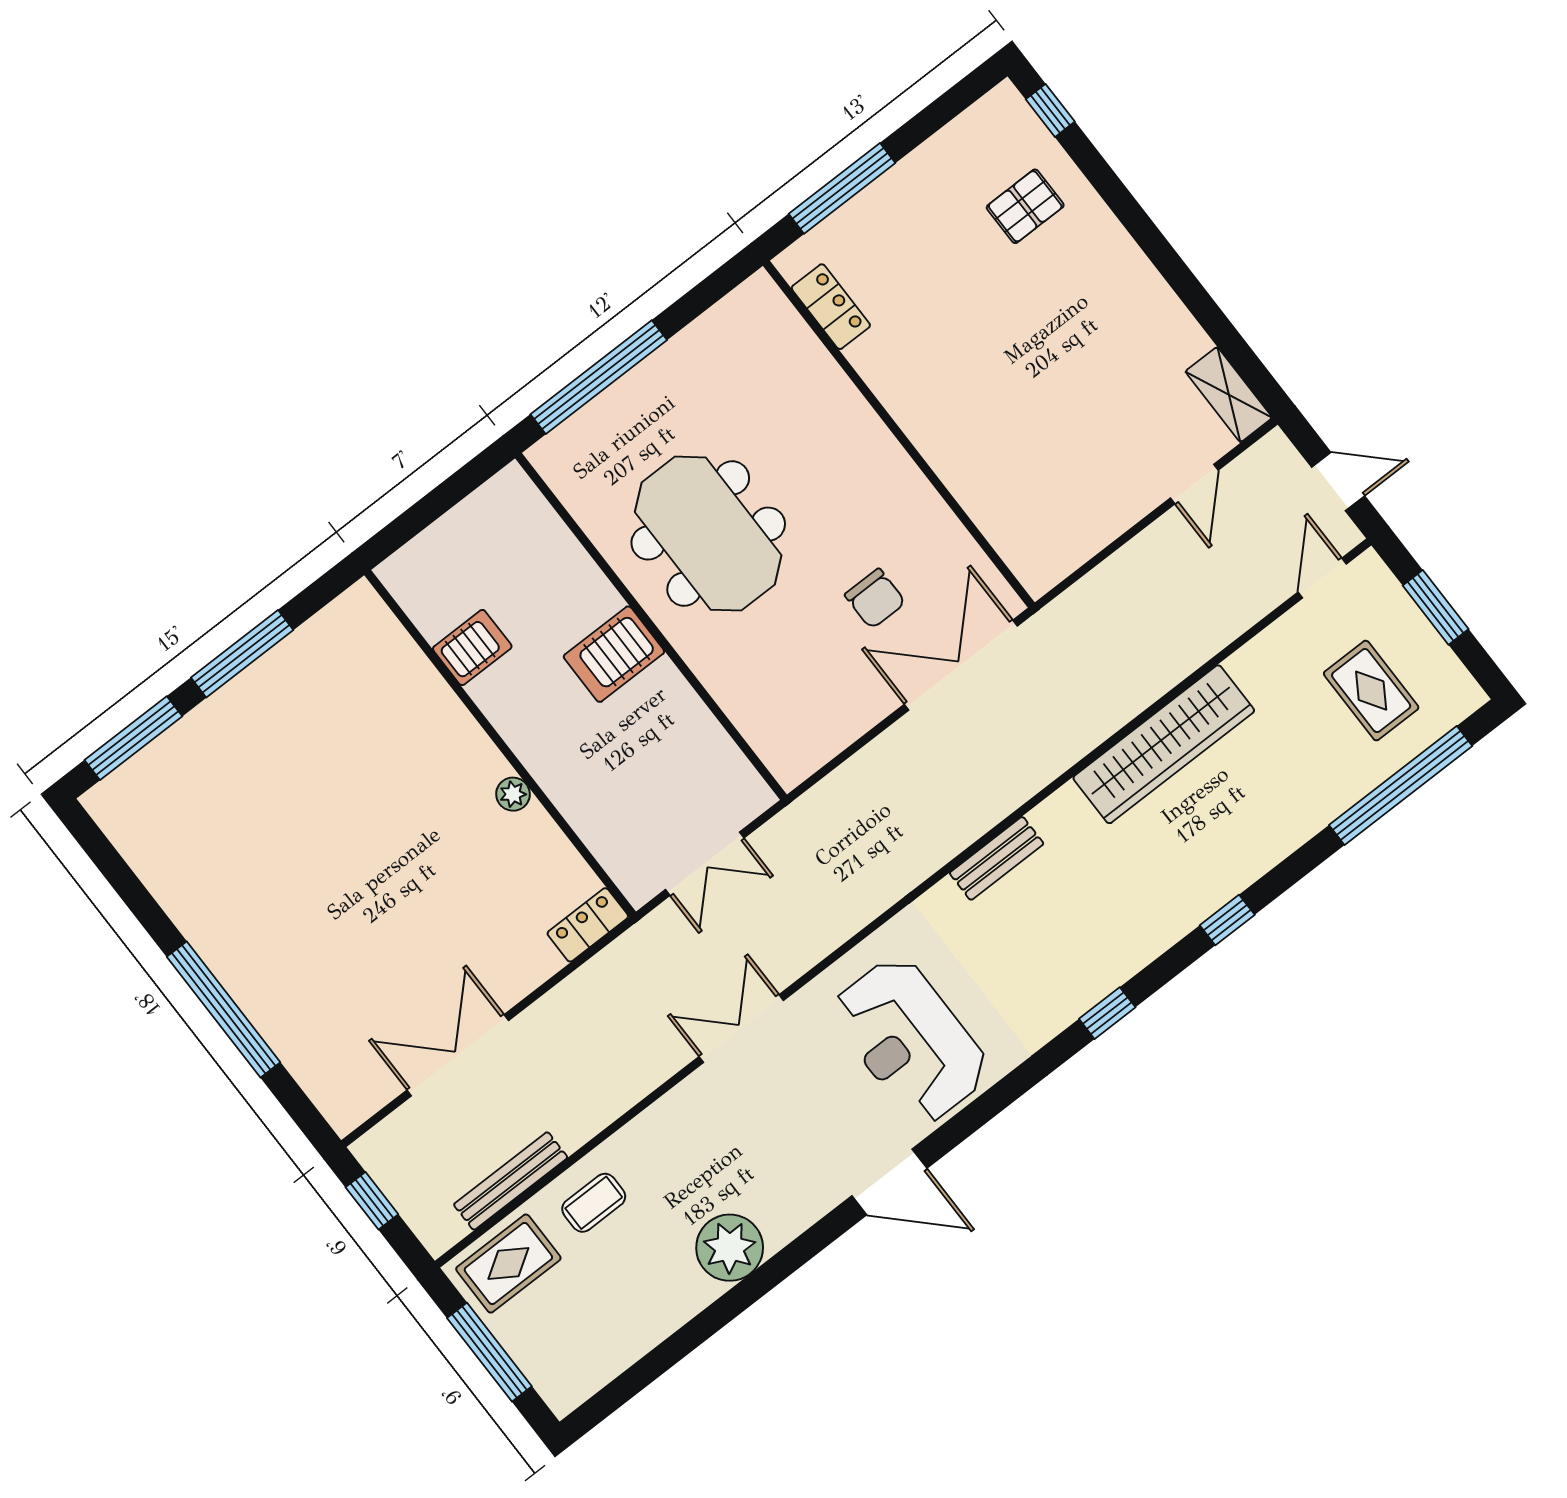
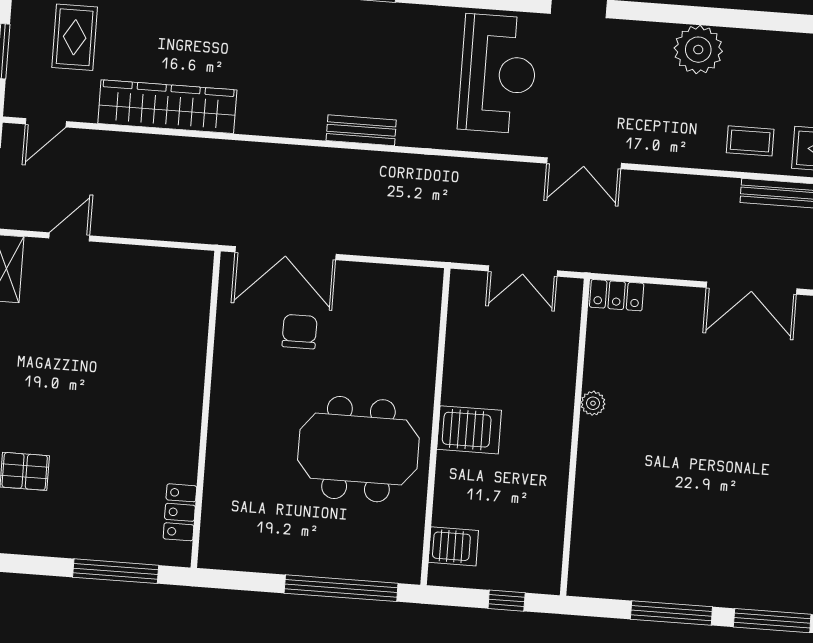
window: (420, 516) -> (507, 601), added
meeting table: (708, 534) -> (358, 449), turned 90
server rack: (472, 648) -> (453, 546), moved, turned 180
wardrobe: (1164, 744) -> (167, 107), moved
double door: (705, 864) -> (523, 271), swing flipped

